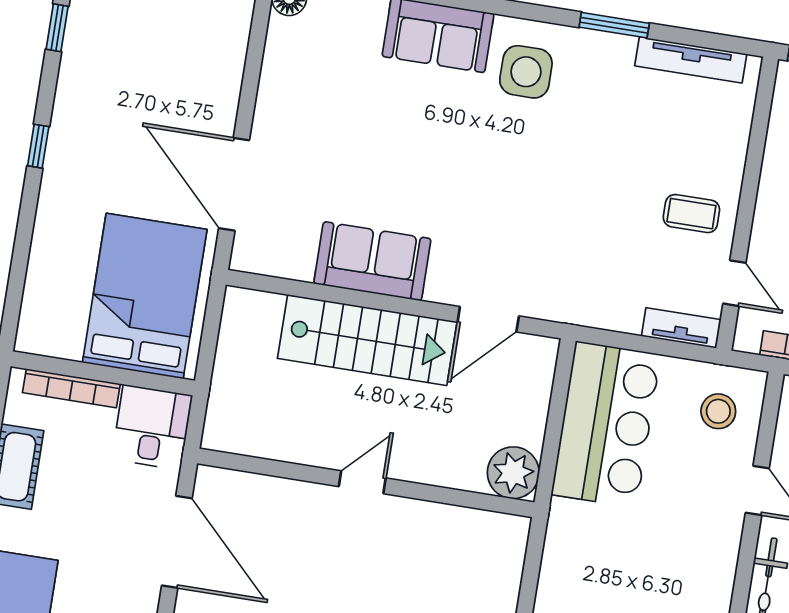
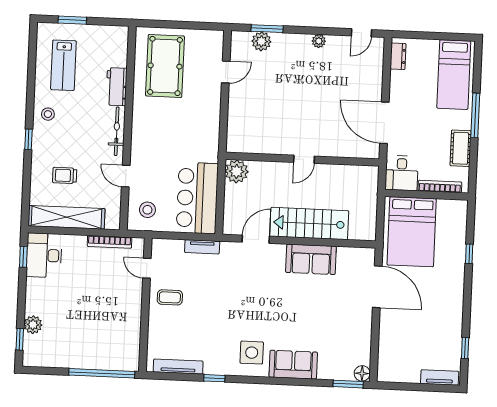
window: (614, 25) -> (214, 378), width x0.67
window: (38, 146) -> (469, 254), moved
tv unit: (681, 328) -> (202, 247), moved

